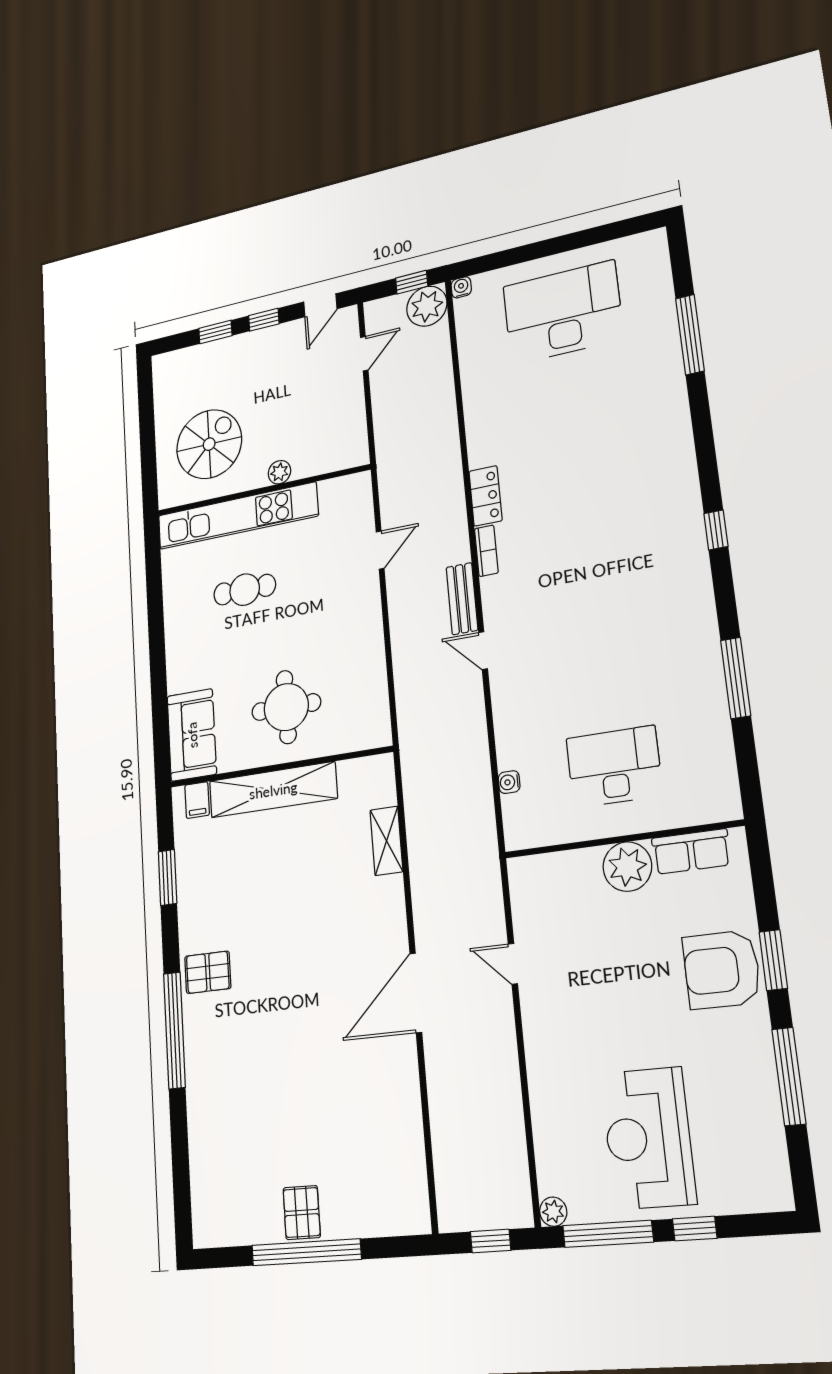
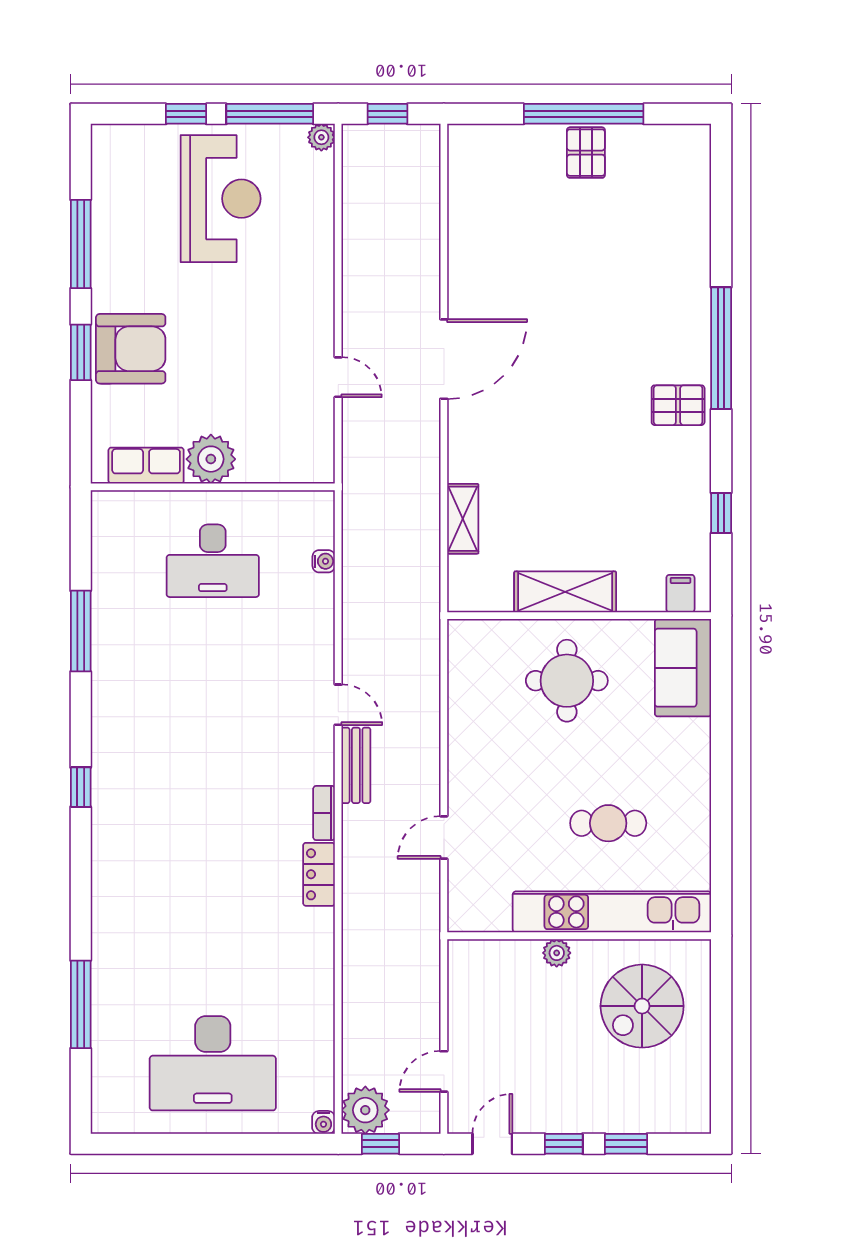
shelving: (273, 790) -> (565, 592), width x0.68
window: (167, 878) -> (721, 513), width x0.67

